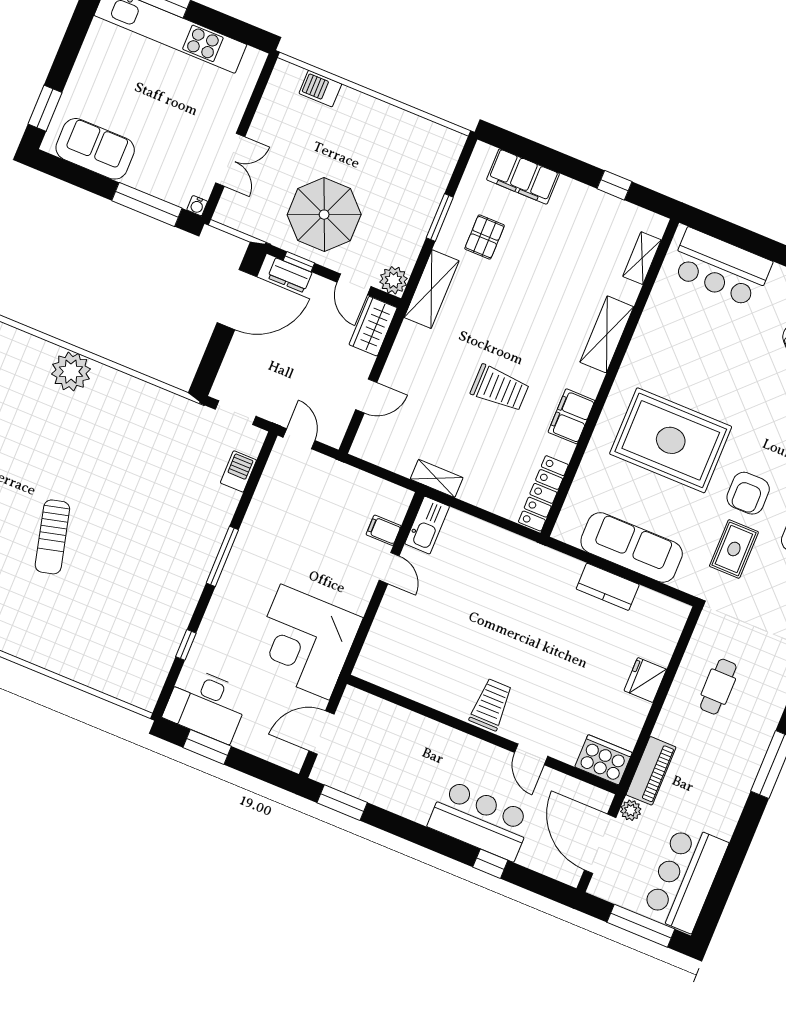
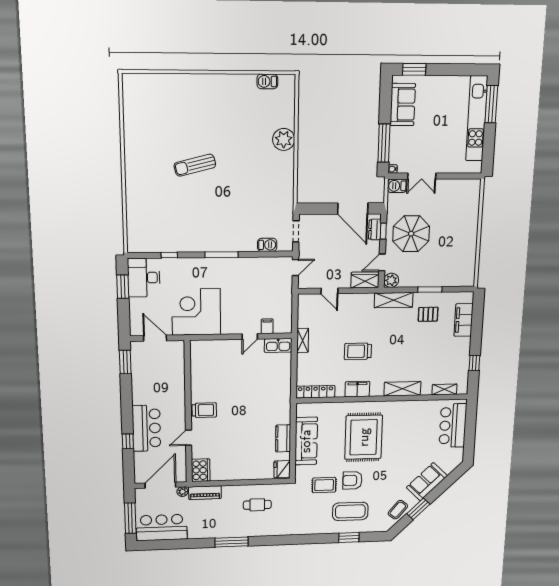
barbecue: (320, 89) -> (397, 186), moved, turned -90
trolley: (500, 388) -> (358, 351), turned 90
fridge: (645, 680) -> (282, 469), moved, turned -90

